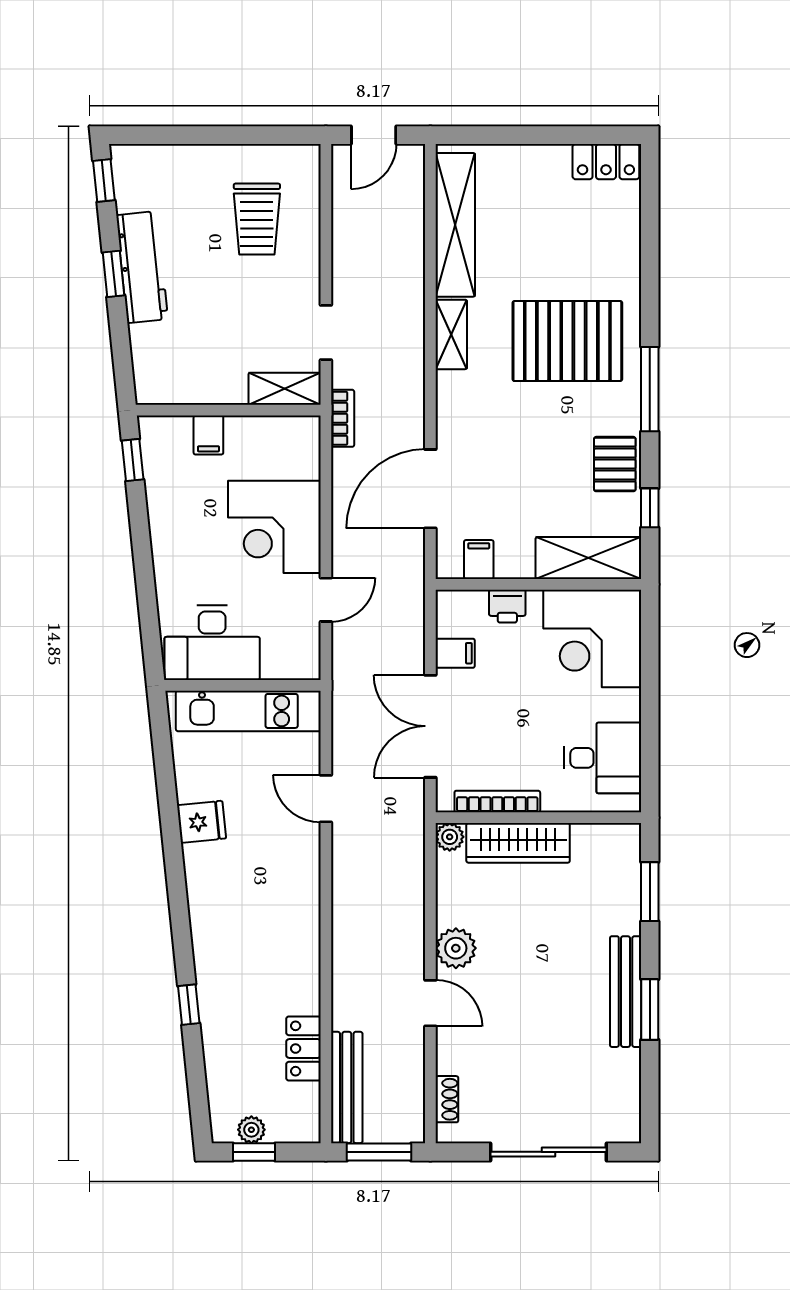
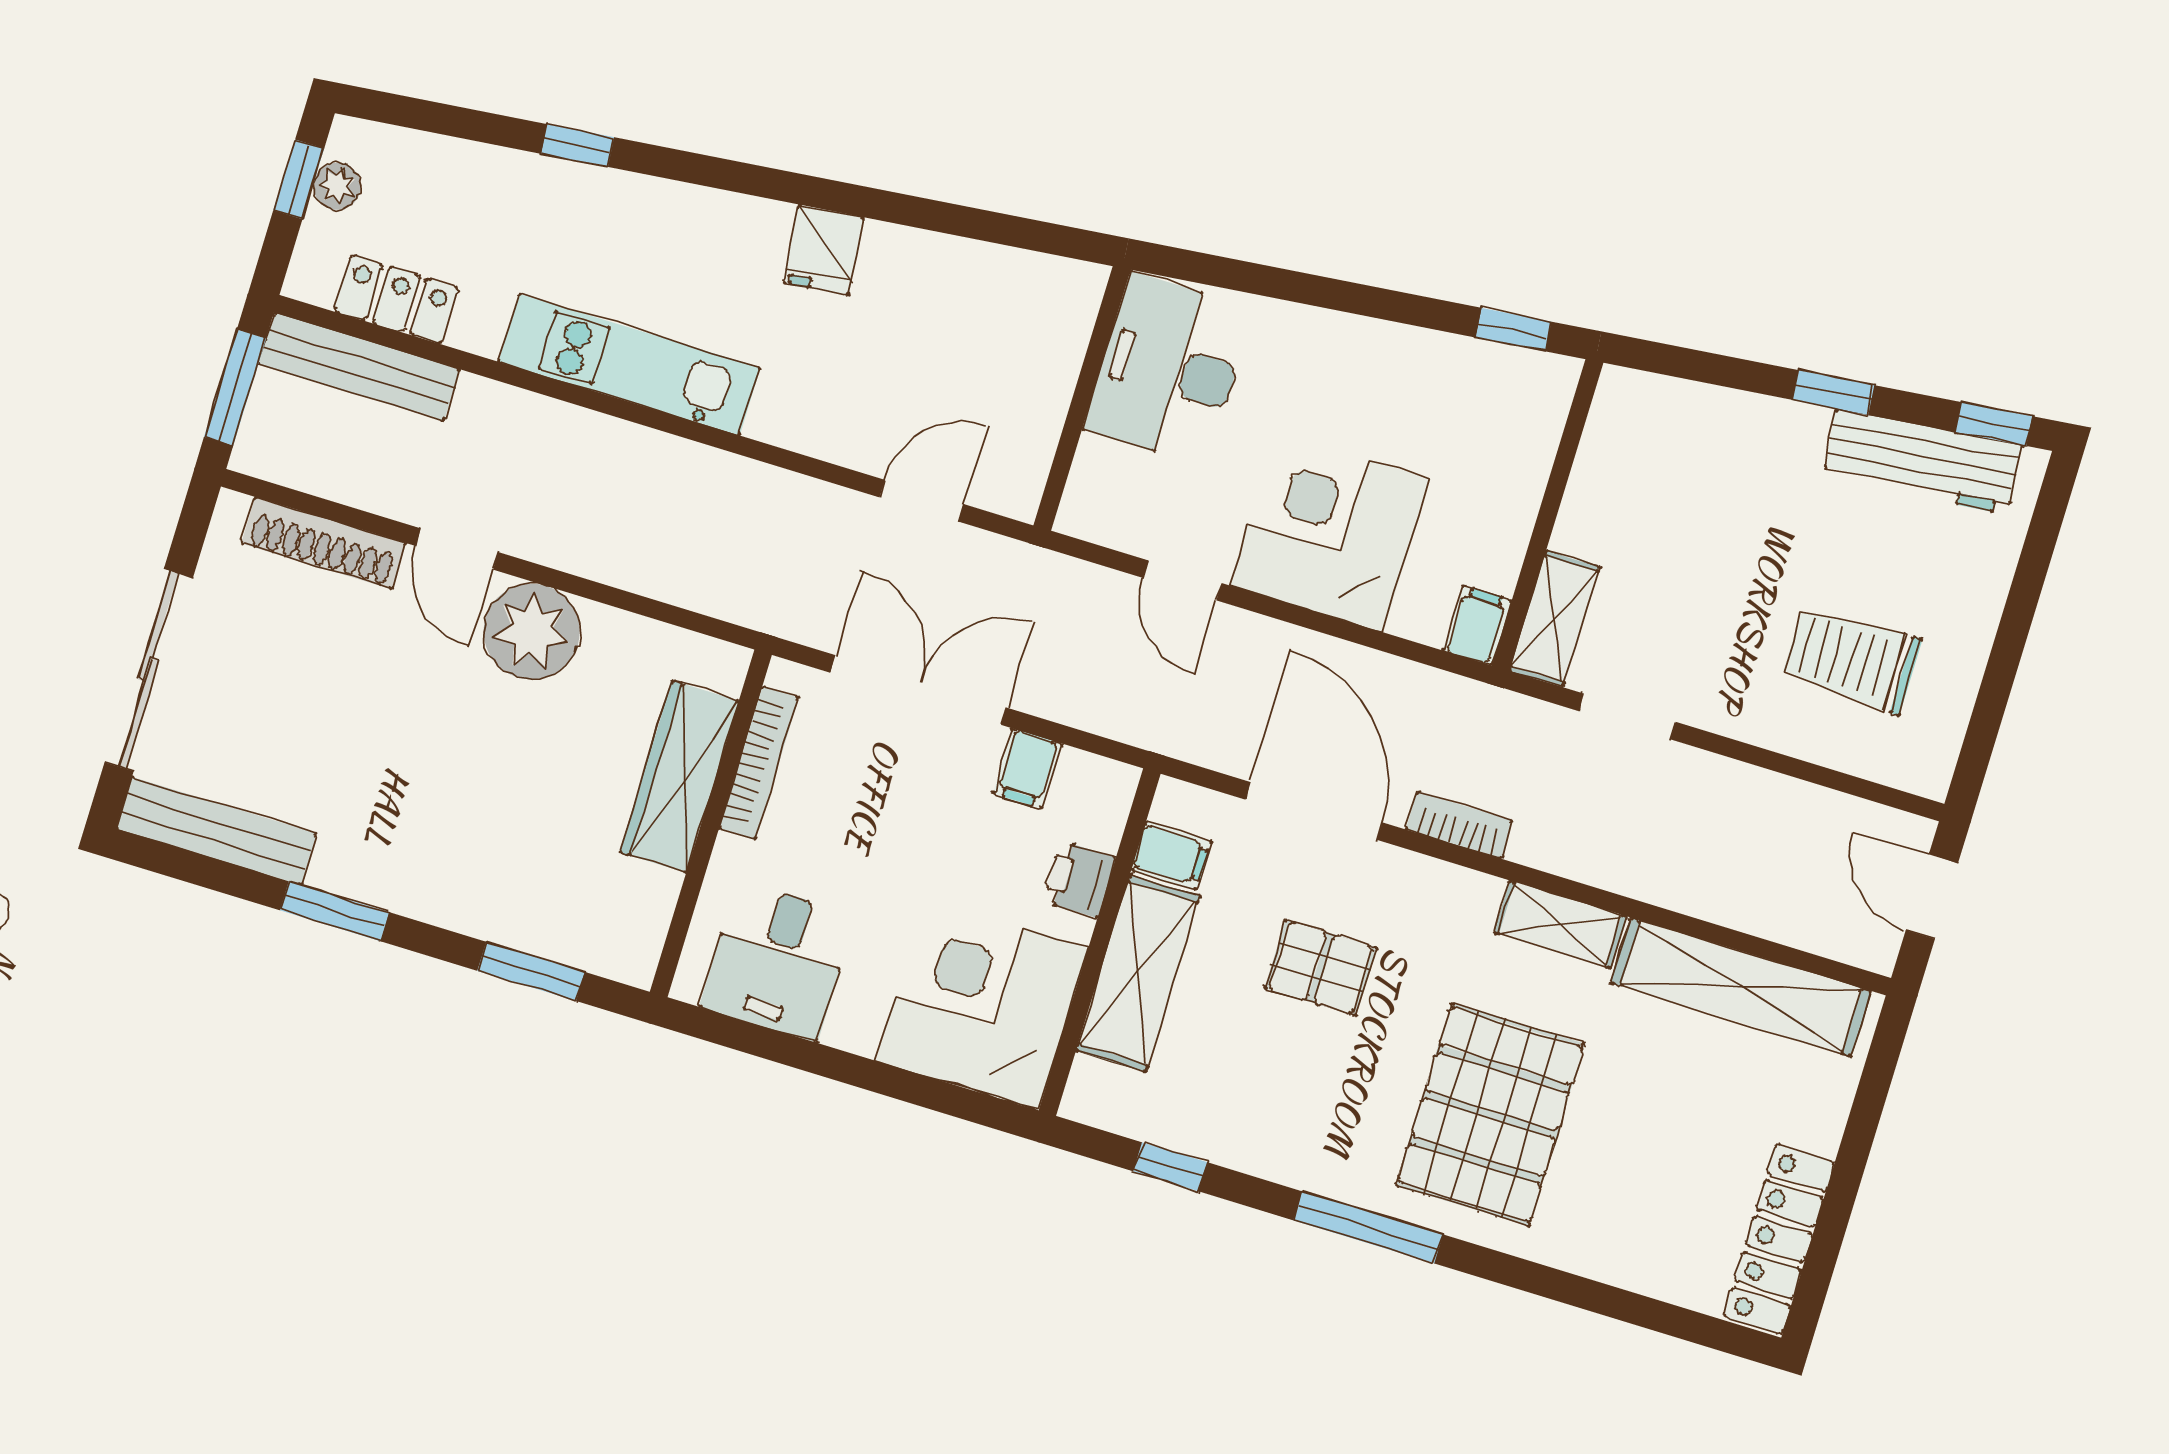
locker: (606, 162) -> (1779, 1239), width x1.53
workbench: (142, 267) -> (1922, 462), moved
bookcase: (343, 418) -> (1459, 825), moved, turned 180
filing cabinet: (208, 435) -> (1477, 625), moved, turned 90
pallet: (615, 464) -> (1321, 968), moved
shelving: (588, 558) -> (1138, 973), moved
kitchen unit: (248, 711) -> (629, 365), moved, turned 90
door: (326, 799) -> (922, 501), moved
fridge: (202, 822) -> (824, 250), moved
plant: (450, 837) -> (724, 666), removed
plant: (456, 948) -> (532, 632), width x1.36, depth x1.36
bench: (626, 992) -> (216, 831), moved
door: (430, 1003) -> (457, 549), hinge flipped
locker: (304, 1049) -> (396, 299), moved
shoe rack: (447, 1099) -> (324, 543), width x1.94, depth x1.24

